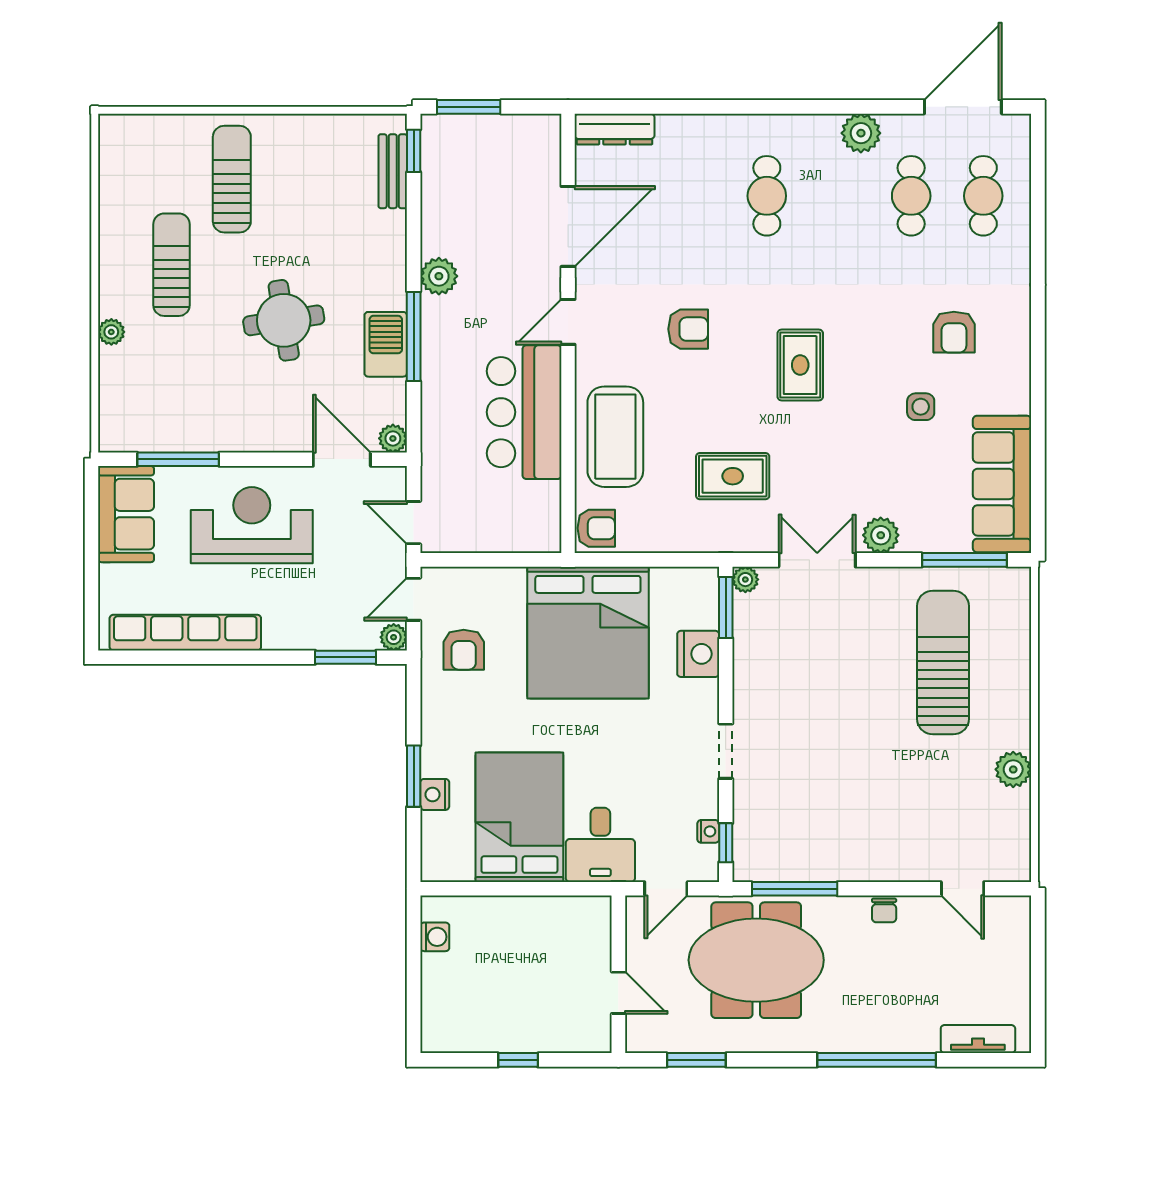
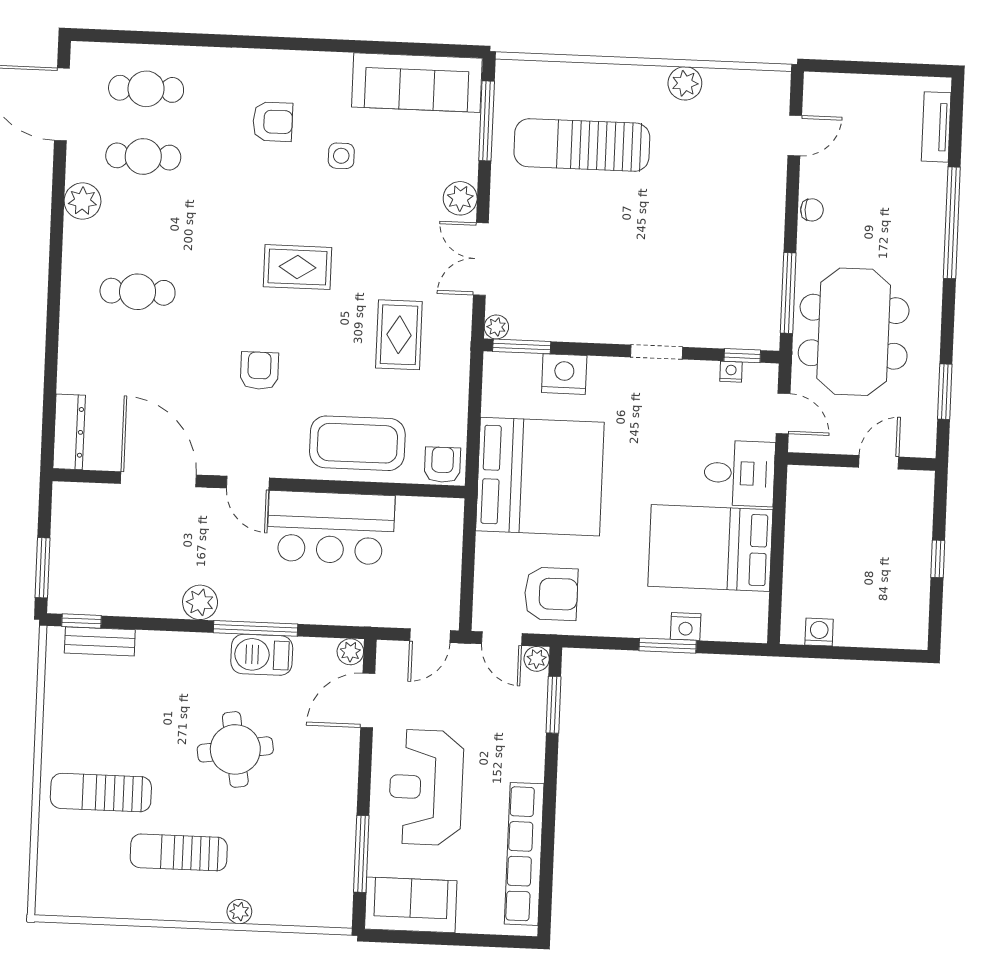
armchair: (464, 650) -> (551, 594), width x1.38, depth x1.38

